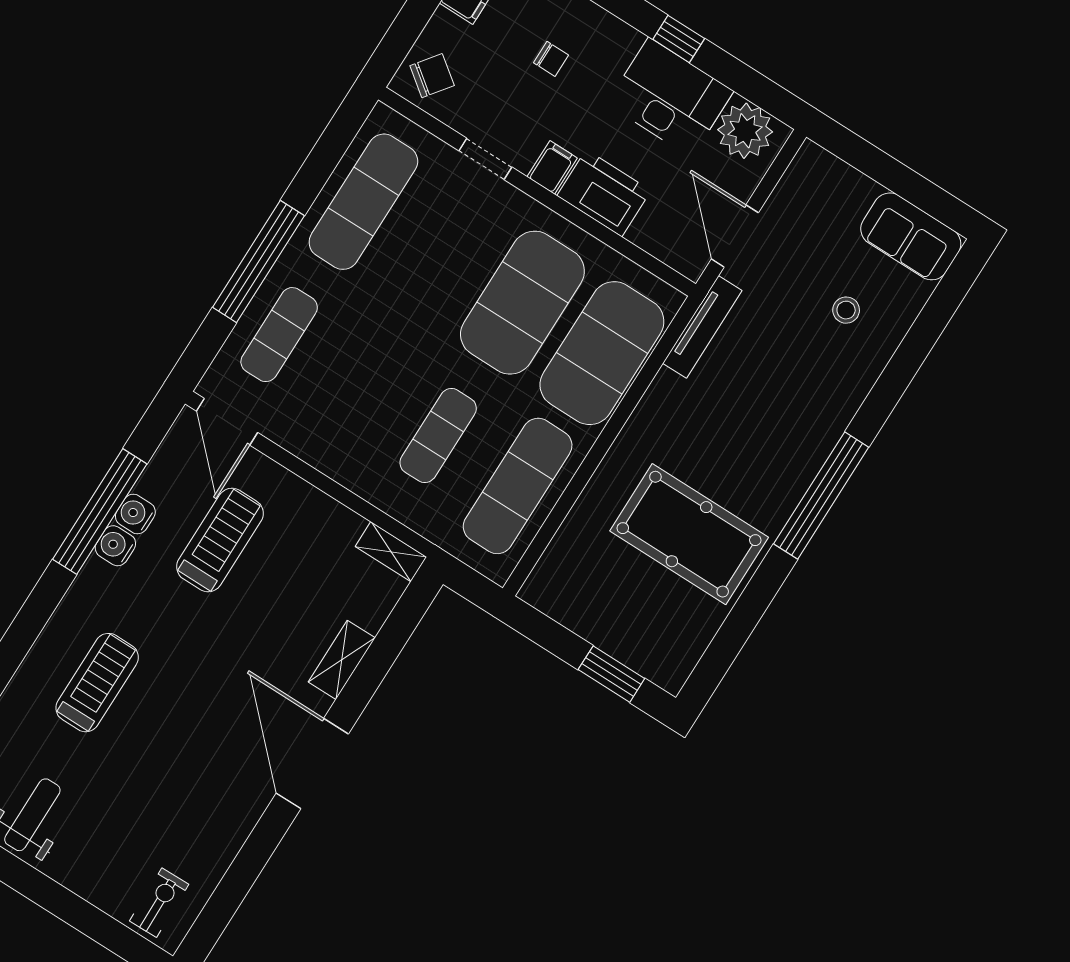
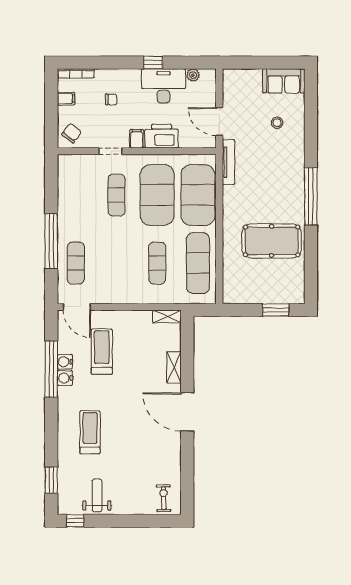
plant: (745, 131) -> (193, 75), width x0.53, depth x0.53
exercise mat: (363, 202) -> (116, 195), moved, width x0.73, depth x0.69

